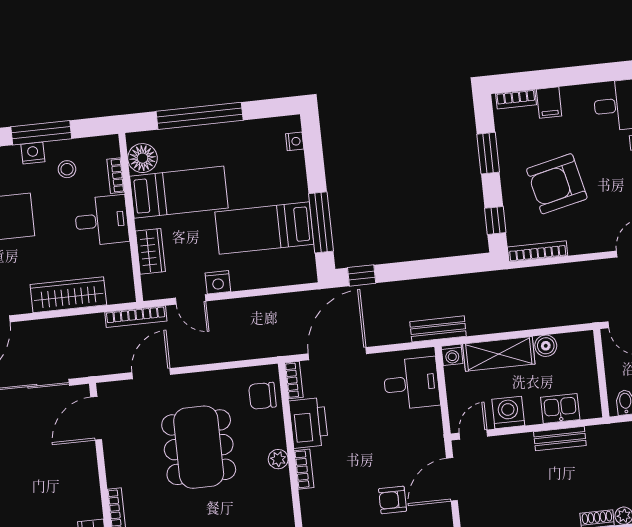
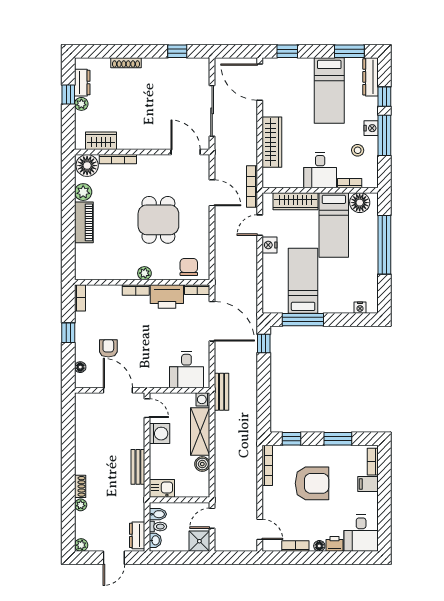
armchair: (557, 184) -> (312, 483), turned 103
wardrobe: (150, 251) -> (296, 201), width x1.50
kitchen sink: (560, 408) -> (162, 488), moved, turned -90
dining table: (199, 447) -> (158, 220), width x0.73

